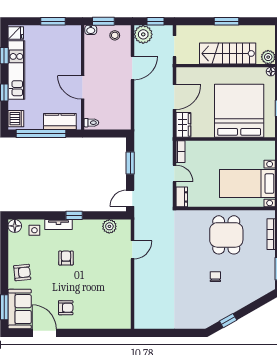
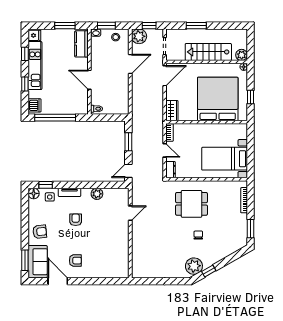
window: (227, 21) -> (196, 26), moved
door: (174, 97) -> (165, 76), moved
kitchen counter: (60, 122) -> (81, 44), moved, turned -90
window: (74, 215) -> (46, 185), moved
plant: (109, 226) -> (97, 194), moved
dining table: (226, 235) -> (192, 204), moved, turned 90
plant: (210, 314) -> (194, 266), added

